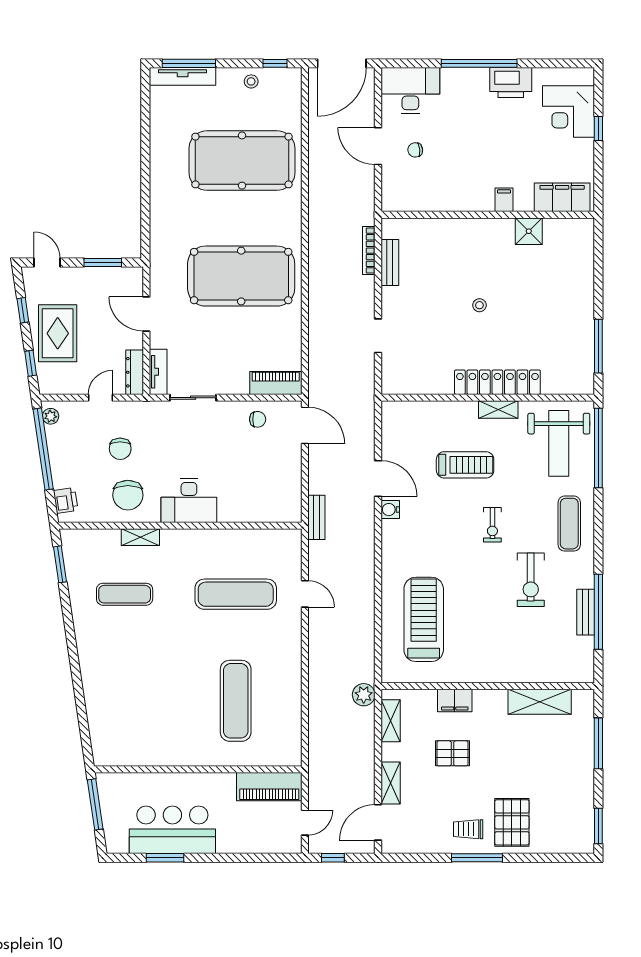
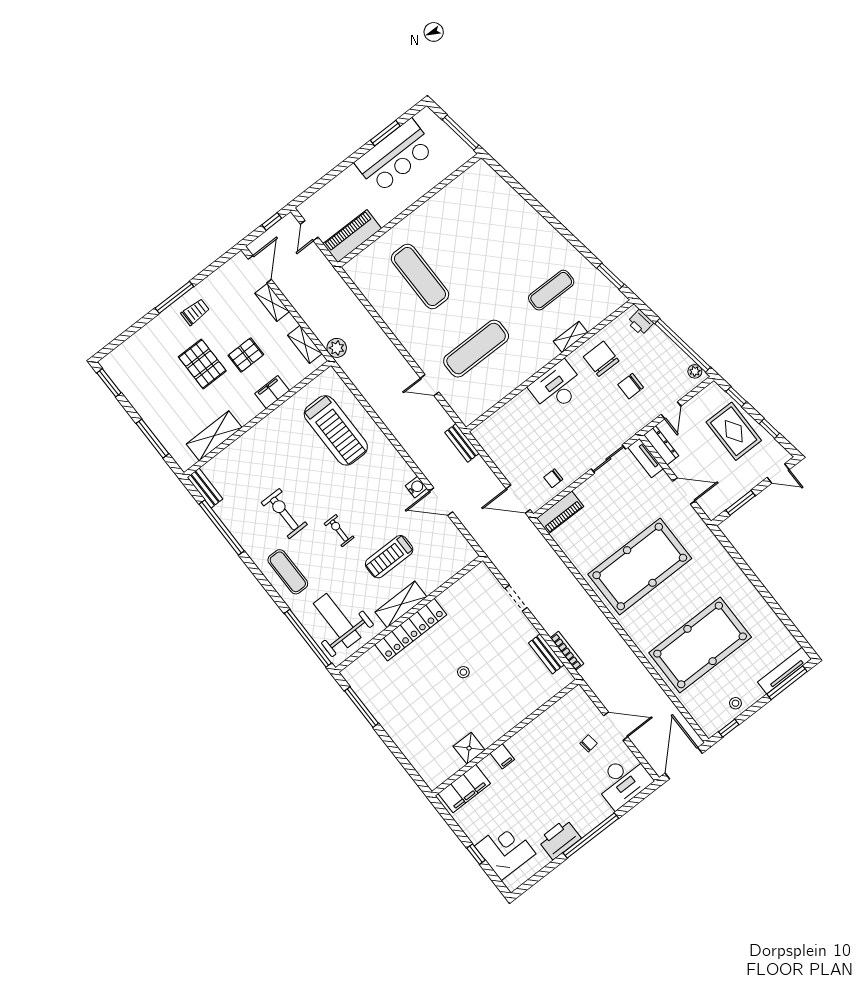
shelving: (498, 409) -> (401, 604), width x1.50, depth x1.33
chair: (120, 449) -> (631, 386), turned -90
bench: (586, 612) -> (205, 488), moved
pallet: (512, 822) -> (202, 364), moved

